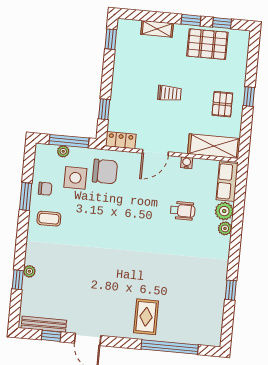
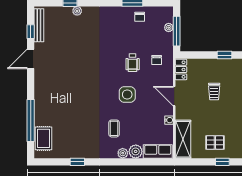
trolley: (169, 93) -> (214, 92), moved
window: (104, 109) -> (224, 55), moved
chair: (105, 172) -> (157, 60), width x0.54, depth x0.54
side table: (75, 178) -> (127, 95), moved
wheelchair: (183, 211) -> (133, 63), moved
coffee table: (49, 219) -> (114, 128), moved
rug: (146, 317) -> (44, 138), moved, turned 90

